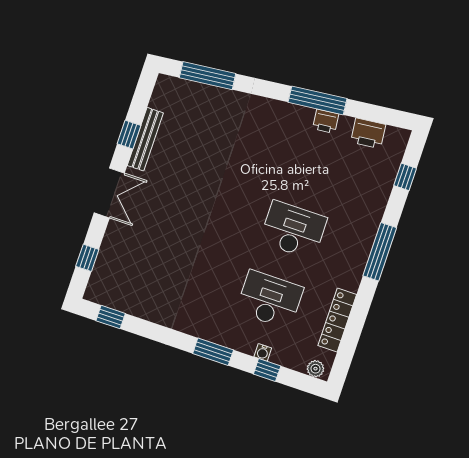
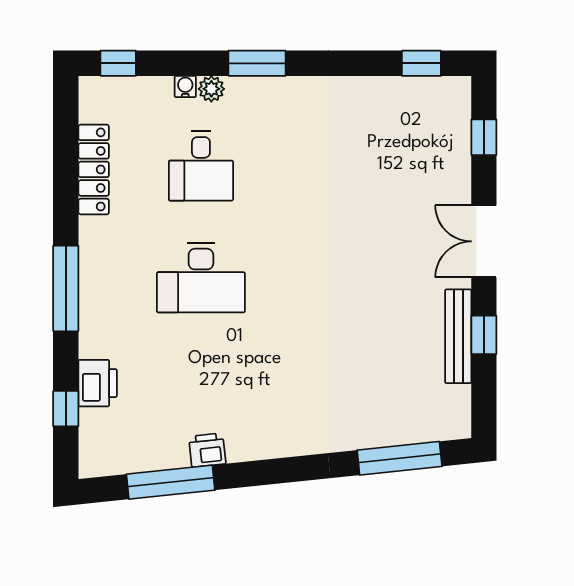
window: (317, 100) -> (171, 482), moved
printer: (368, 133) -> (98, 383), moved, turned 96
desk: (270, 300) -> (201, 166), width x0.73
plant: (315, 369) -> (211, 89), moved
window: (267, 370) -> (118, 63), moved

